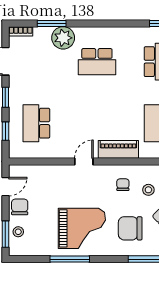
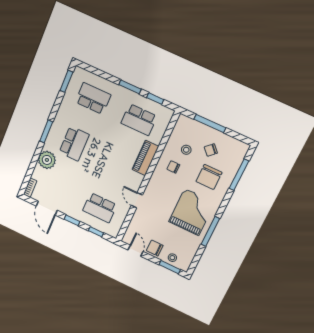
window: (52, 23) -> (46, 131), moved
door: (84, 161) -> (137, 200), moved

